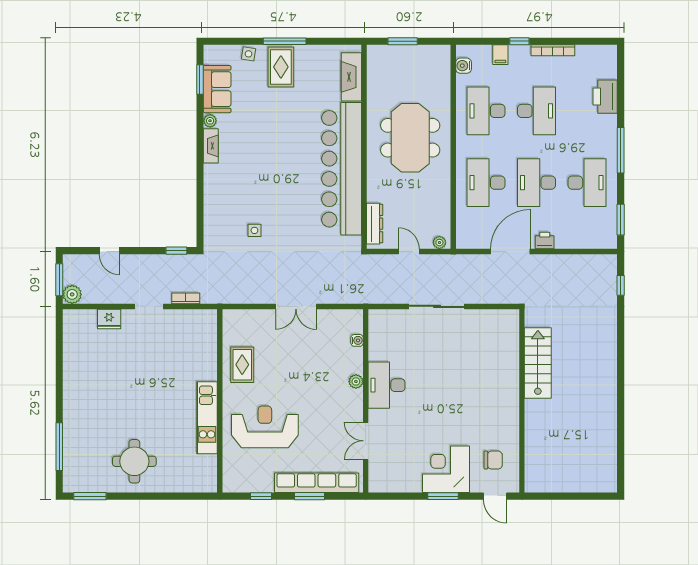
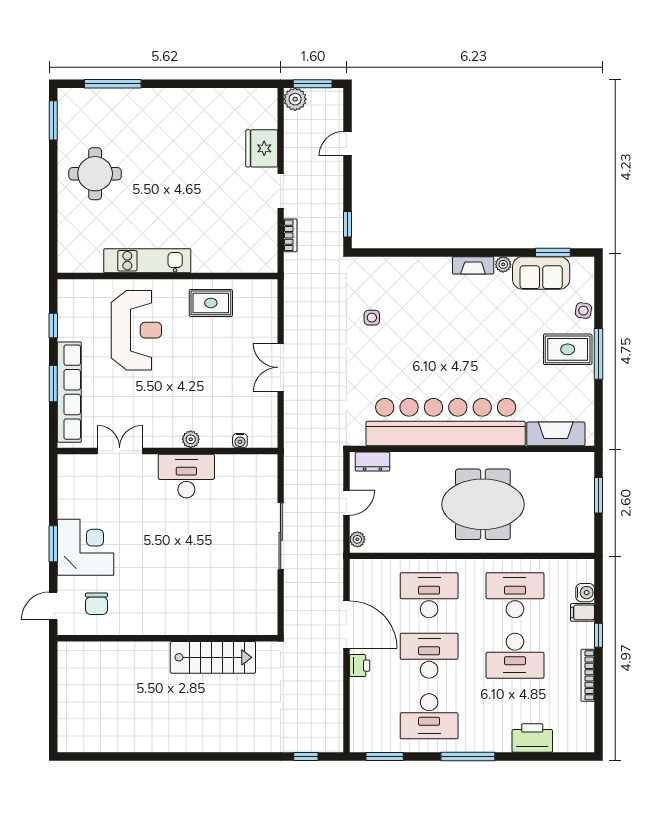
water cooler: (464, 66) -> (585, 593), moved, turned 90
dresser: (375, 224) -> (373, 462), width x0.70
fridge: (109, 319) -> (262, 148), width x1.36, depth x1.34

